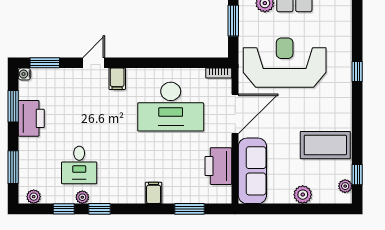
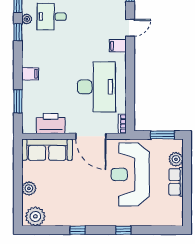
door: (94, 63) -> (130, 28), hinge flipped
reception desk: (285, 63) -> (130, 174), turned 180
desk: (171, 107) -> (96, 87), turned 180
coffee table: (325, 145) -> (67, 206), removed
window: (357, 175) -> (78, 230), moved
plant: (345, 186) -> (35, 216), width x1.88, depth x1.88

